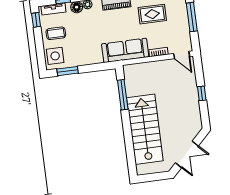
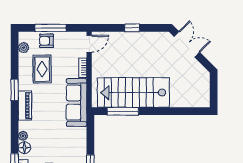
armchair: (179, 15) -> (46, 41), added
stairs: (145, 129) -> (133, 93), moved
double door: (187, 154) -> (187, 44), moved

